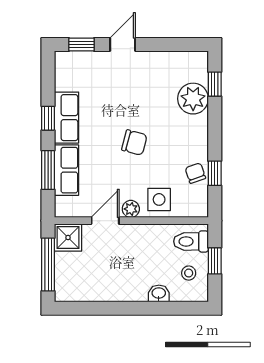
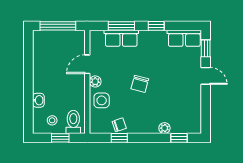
plant: (193, 99) -> (164, 128), width x0.53, depth x0.53
row of seats: (67, 118) -> (184, 38), moved
door: (105, 221) -> (87, 64), swing flipped
shower: (68, 238) -> (76, 39), removed

